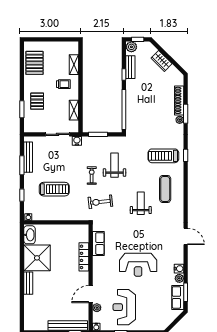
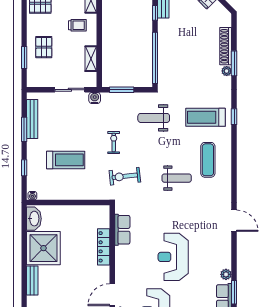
weight bench: (114, 165) -> (154, 118), moved, turned -90
weight bench: (141, 203) -> (177, 178), turned 90
reception desk: (138, 265) -> (173, 257), turned 90
water cooler: (179, 269) -> (226, 262), removed

